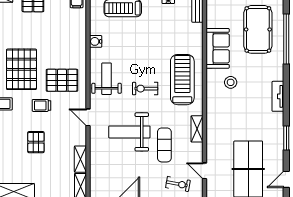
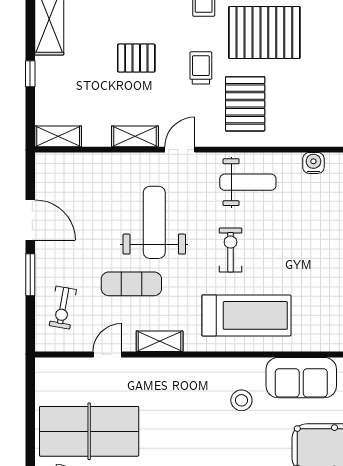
shelving: (80, 159) -> (135, 136), moved
door: (205, 171) -> (107, 354), moved

